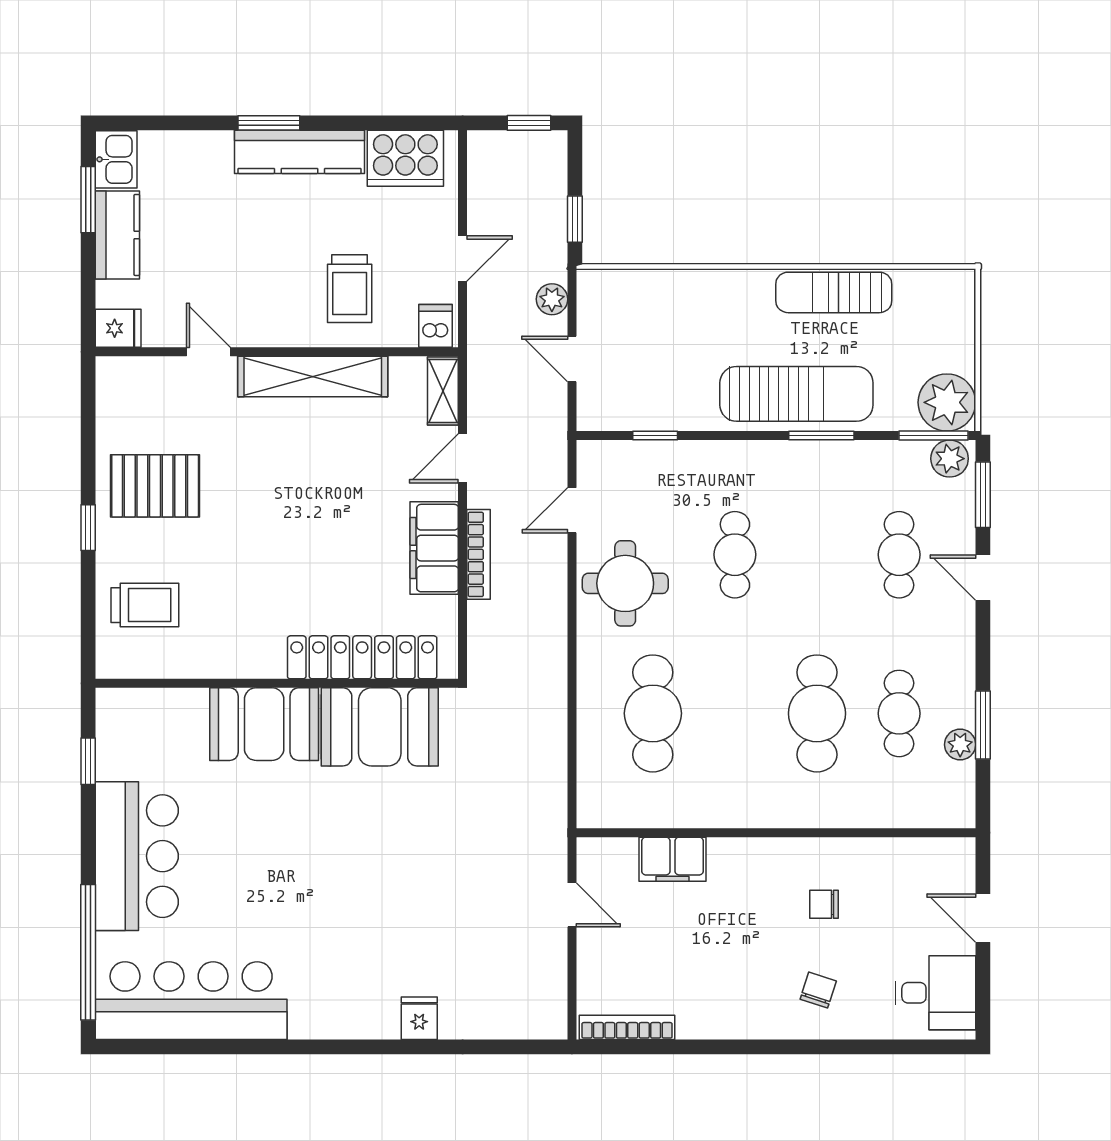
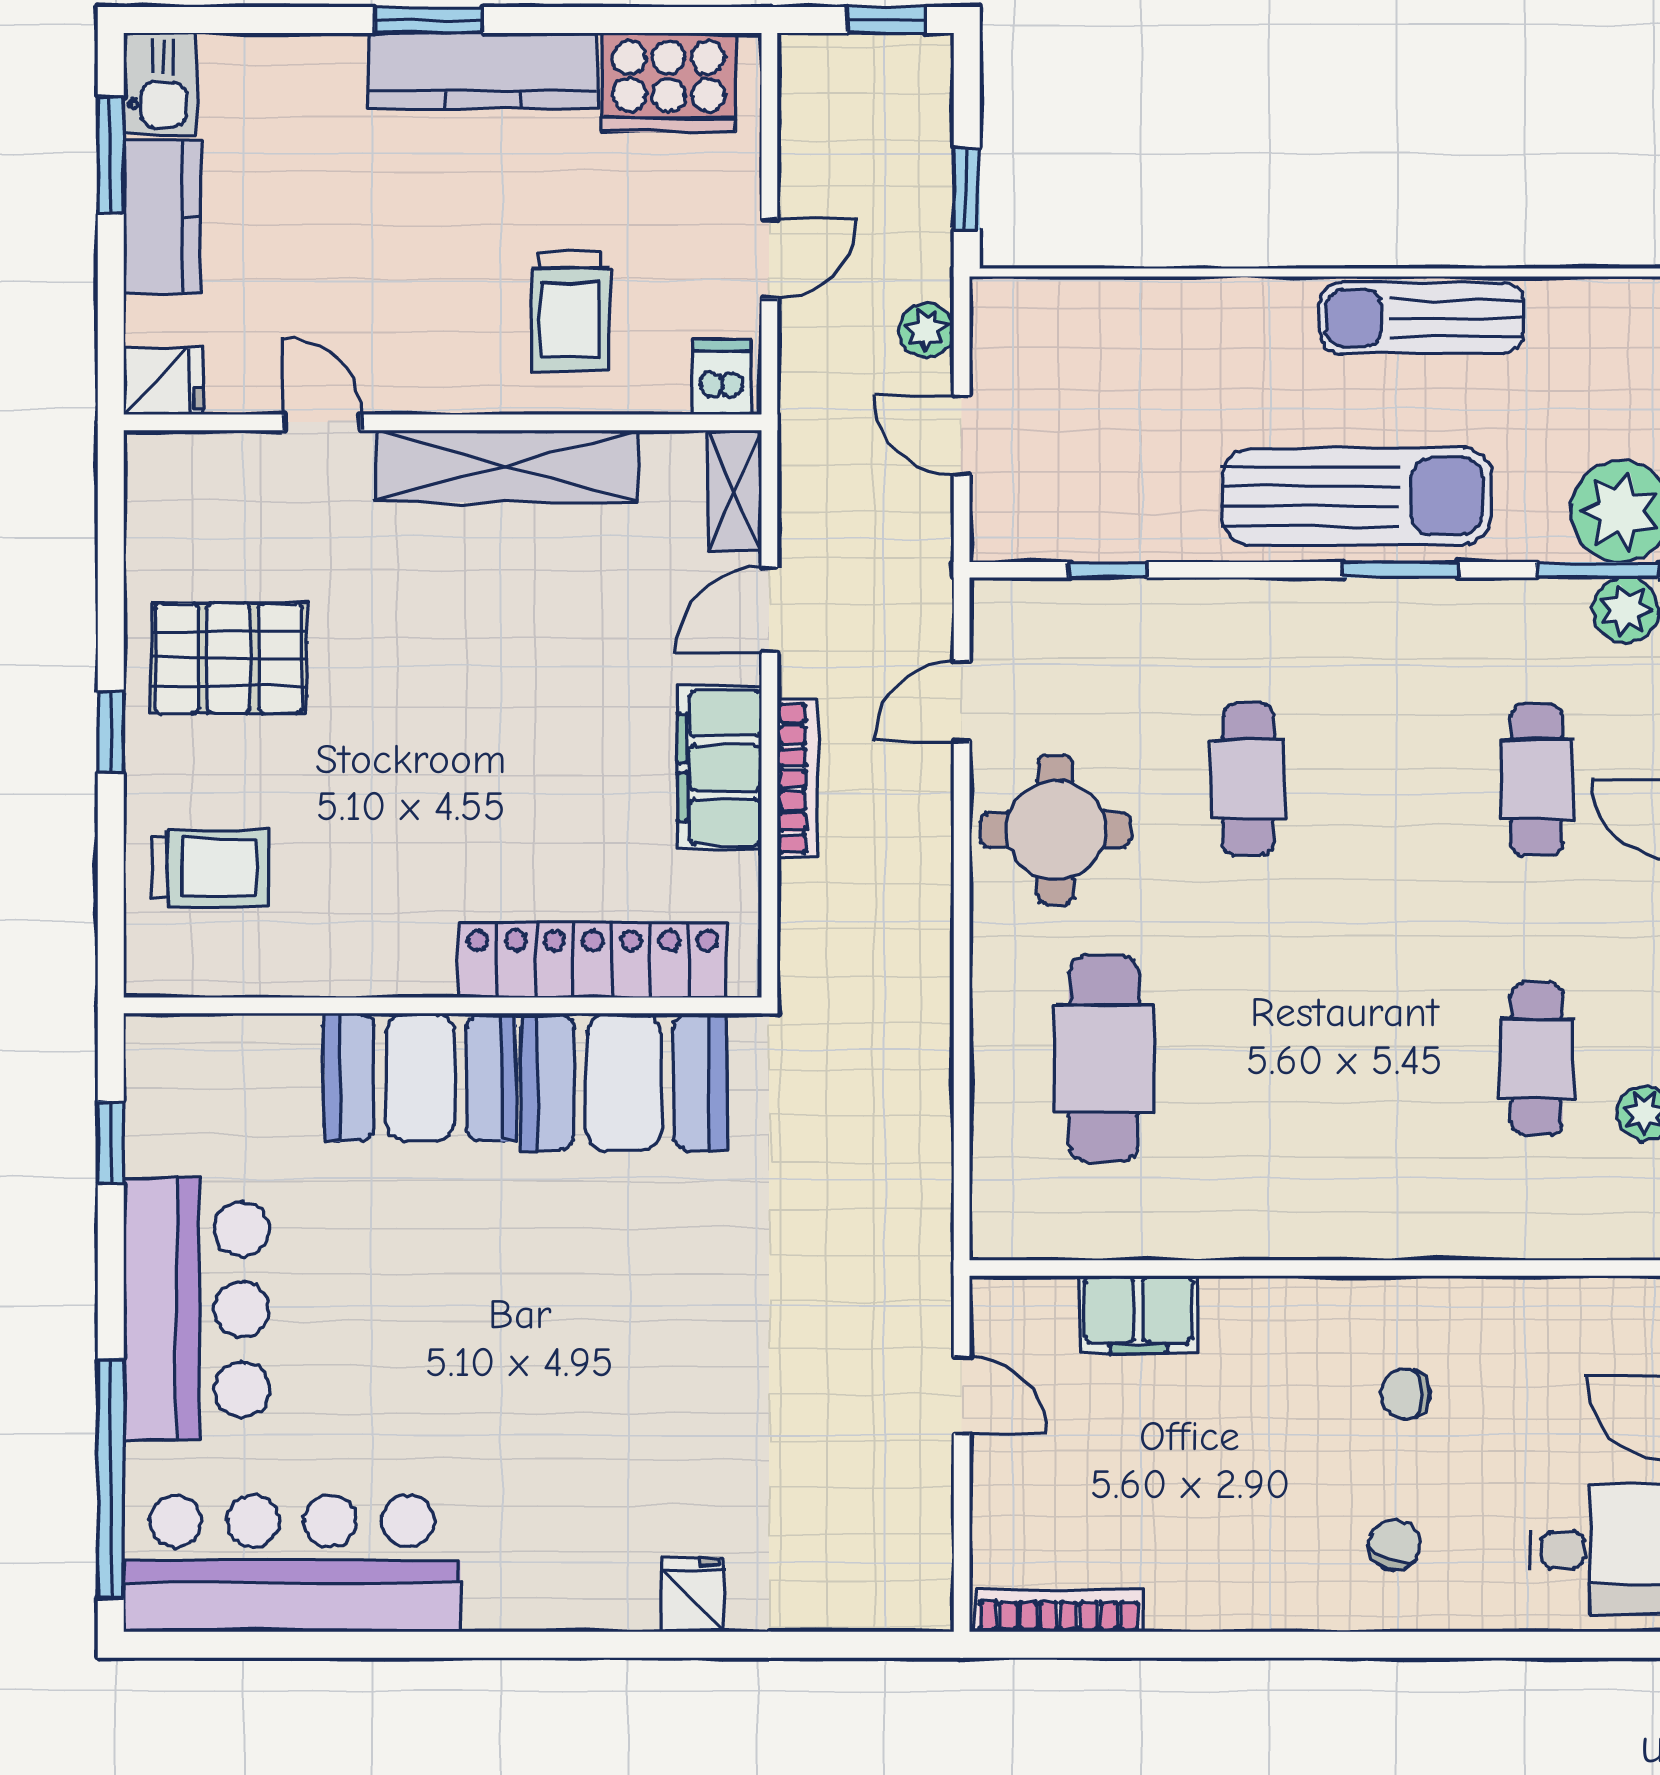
cafe table: (817, 713) -> (1393, 1058), removed

